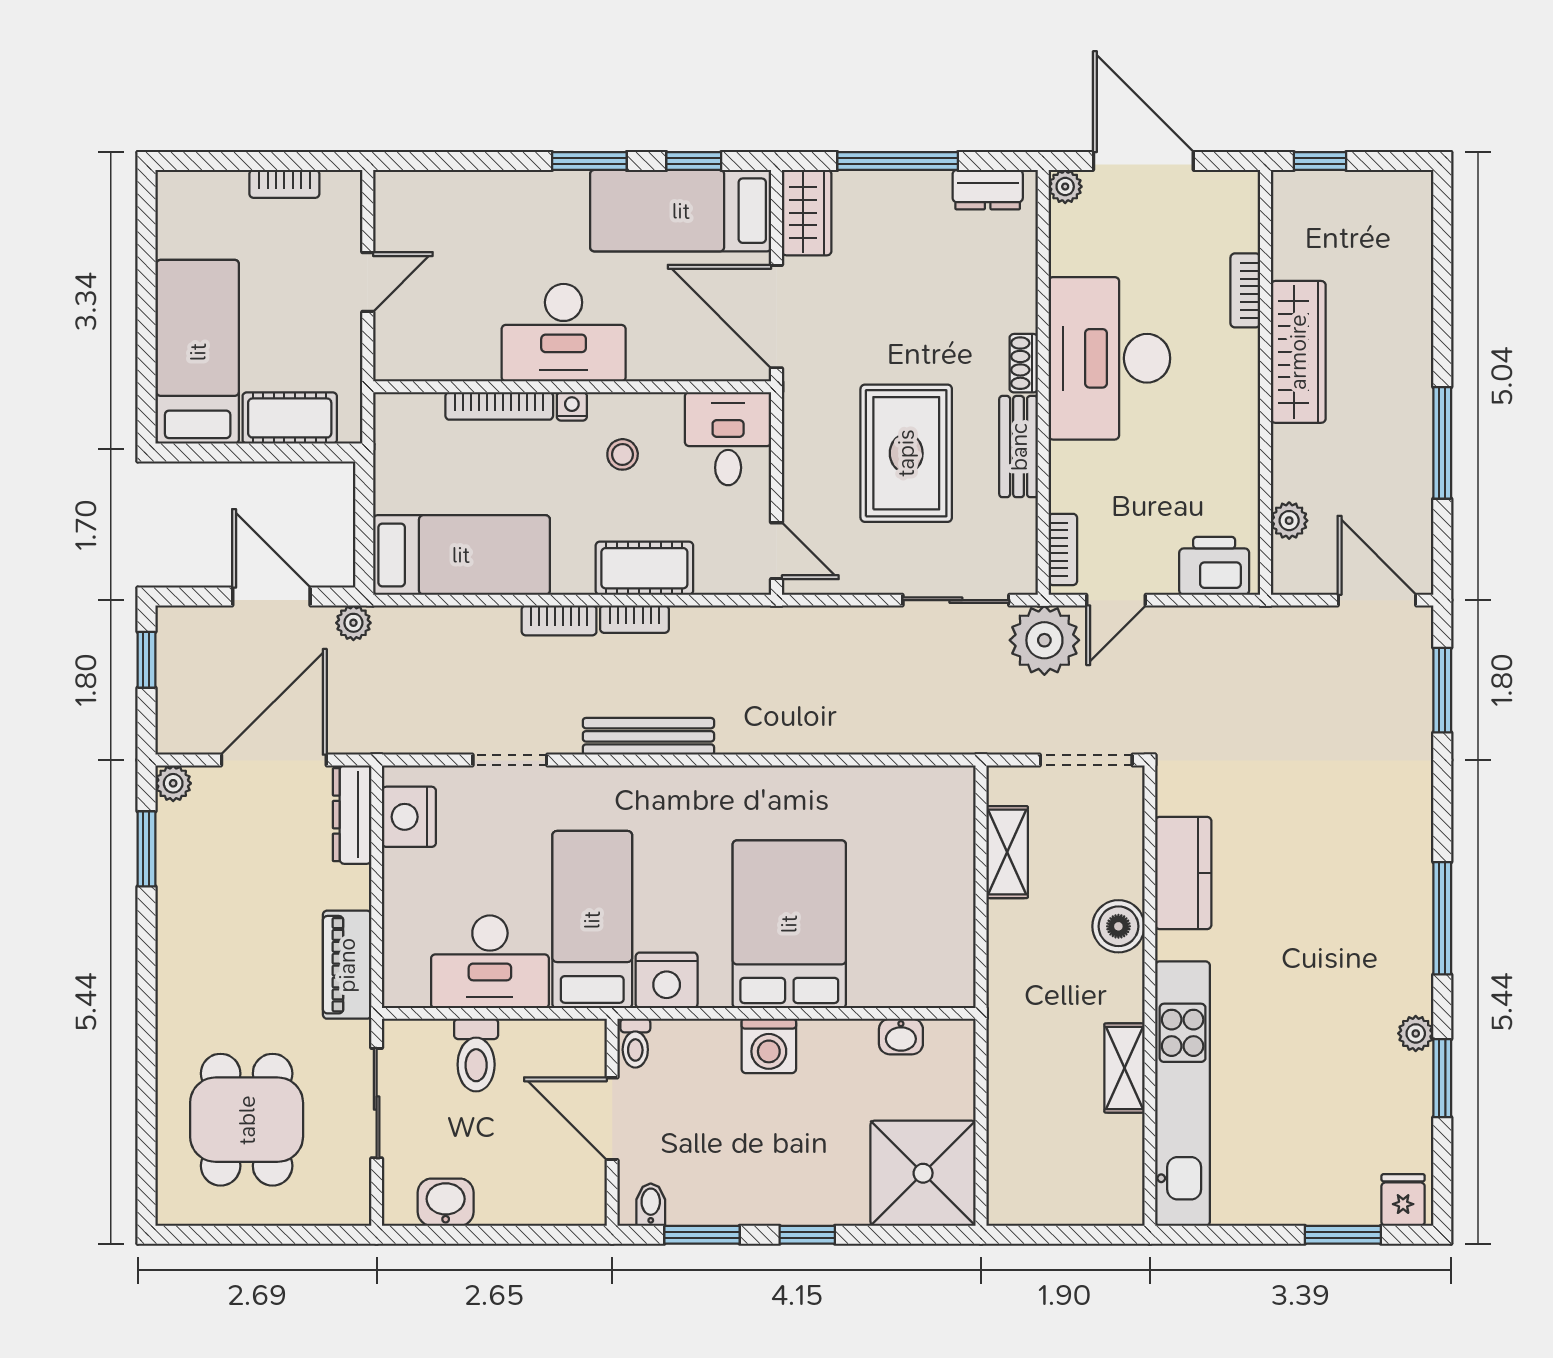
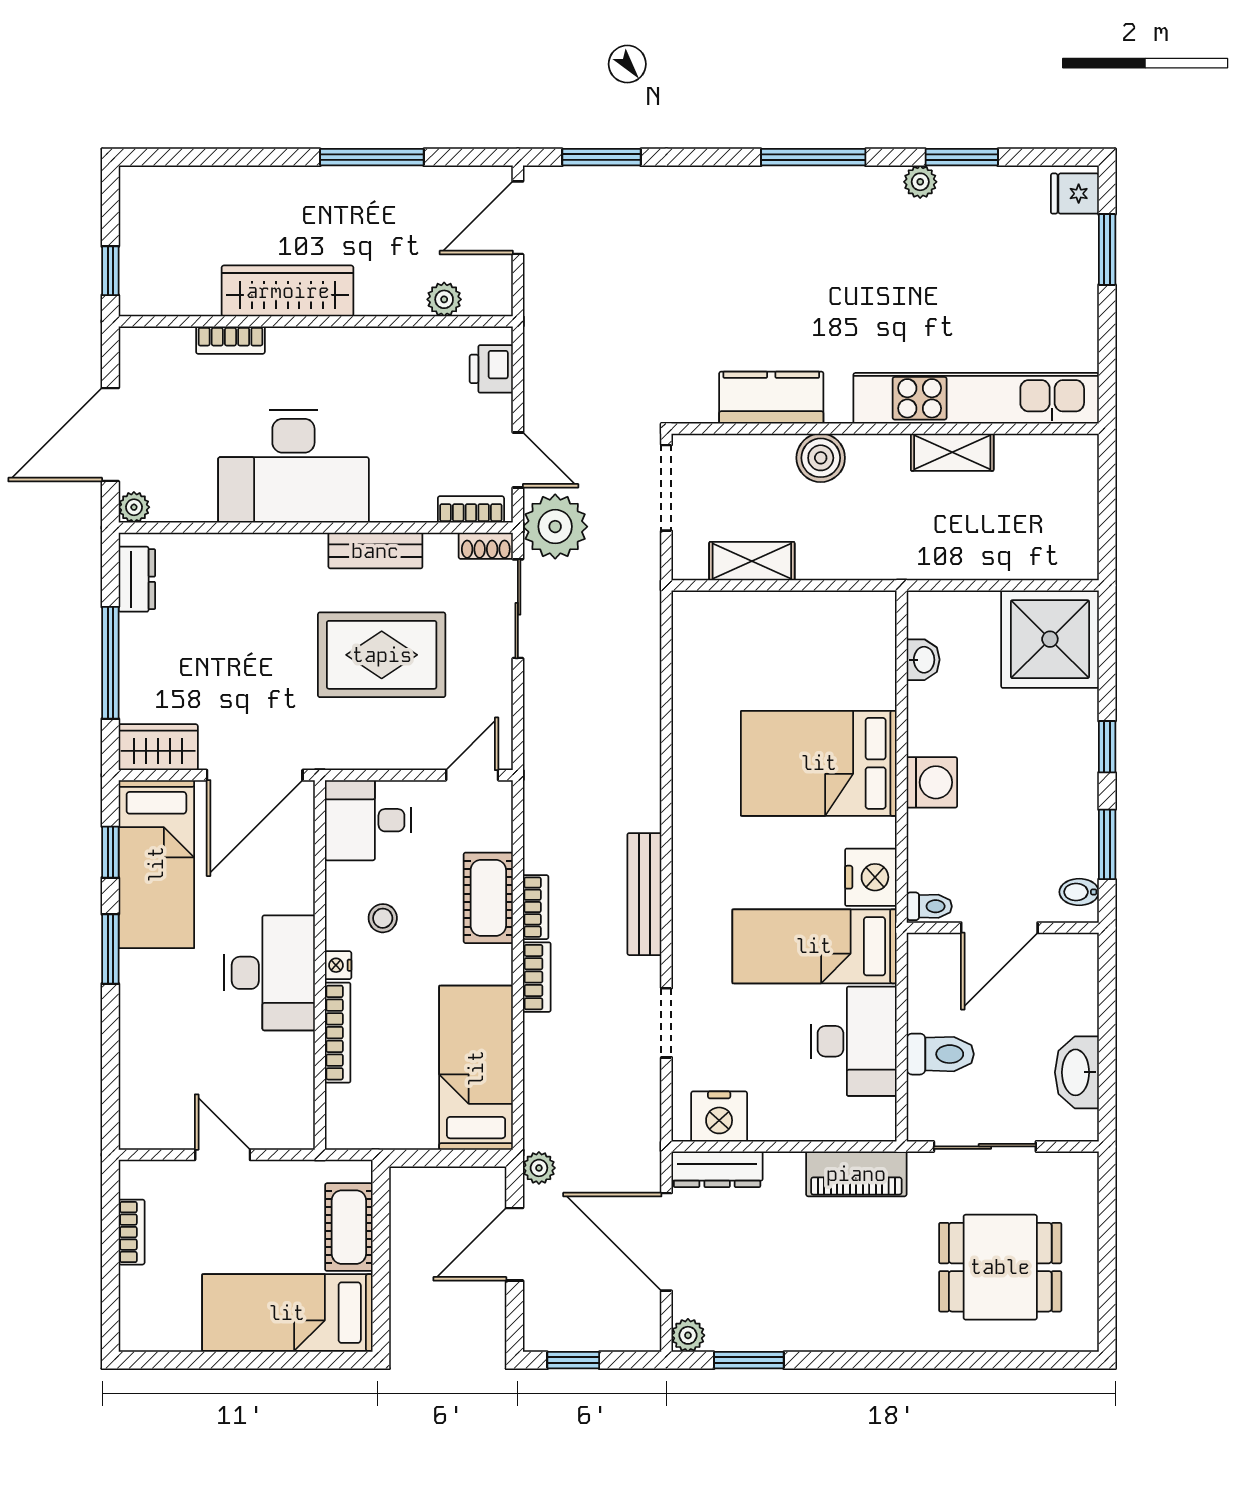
shoe rack: (1024, 363) -> (486, 546), moved
printer: (1214, 566) -> (491, 369), width x0.73, depth x0.81
washbasin: (446, 1202) -> (1077, 1072), width x1.38

